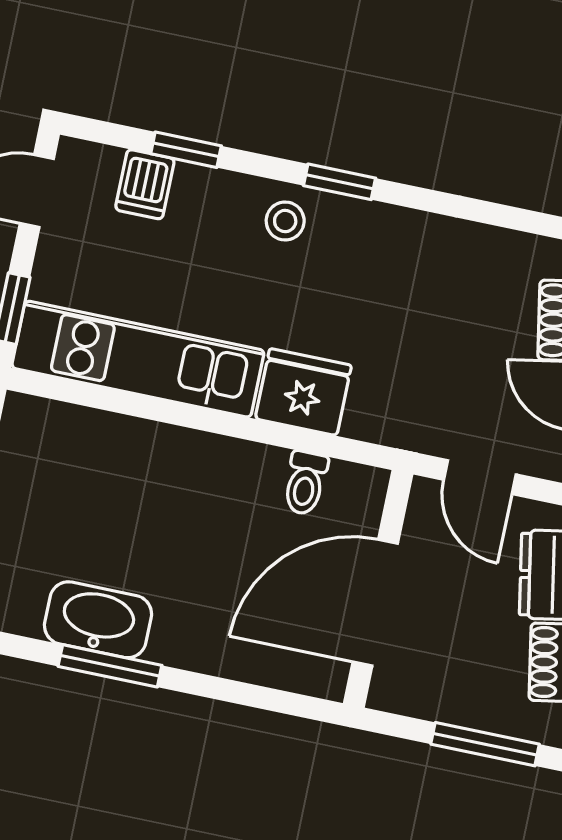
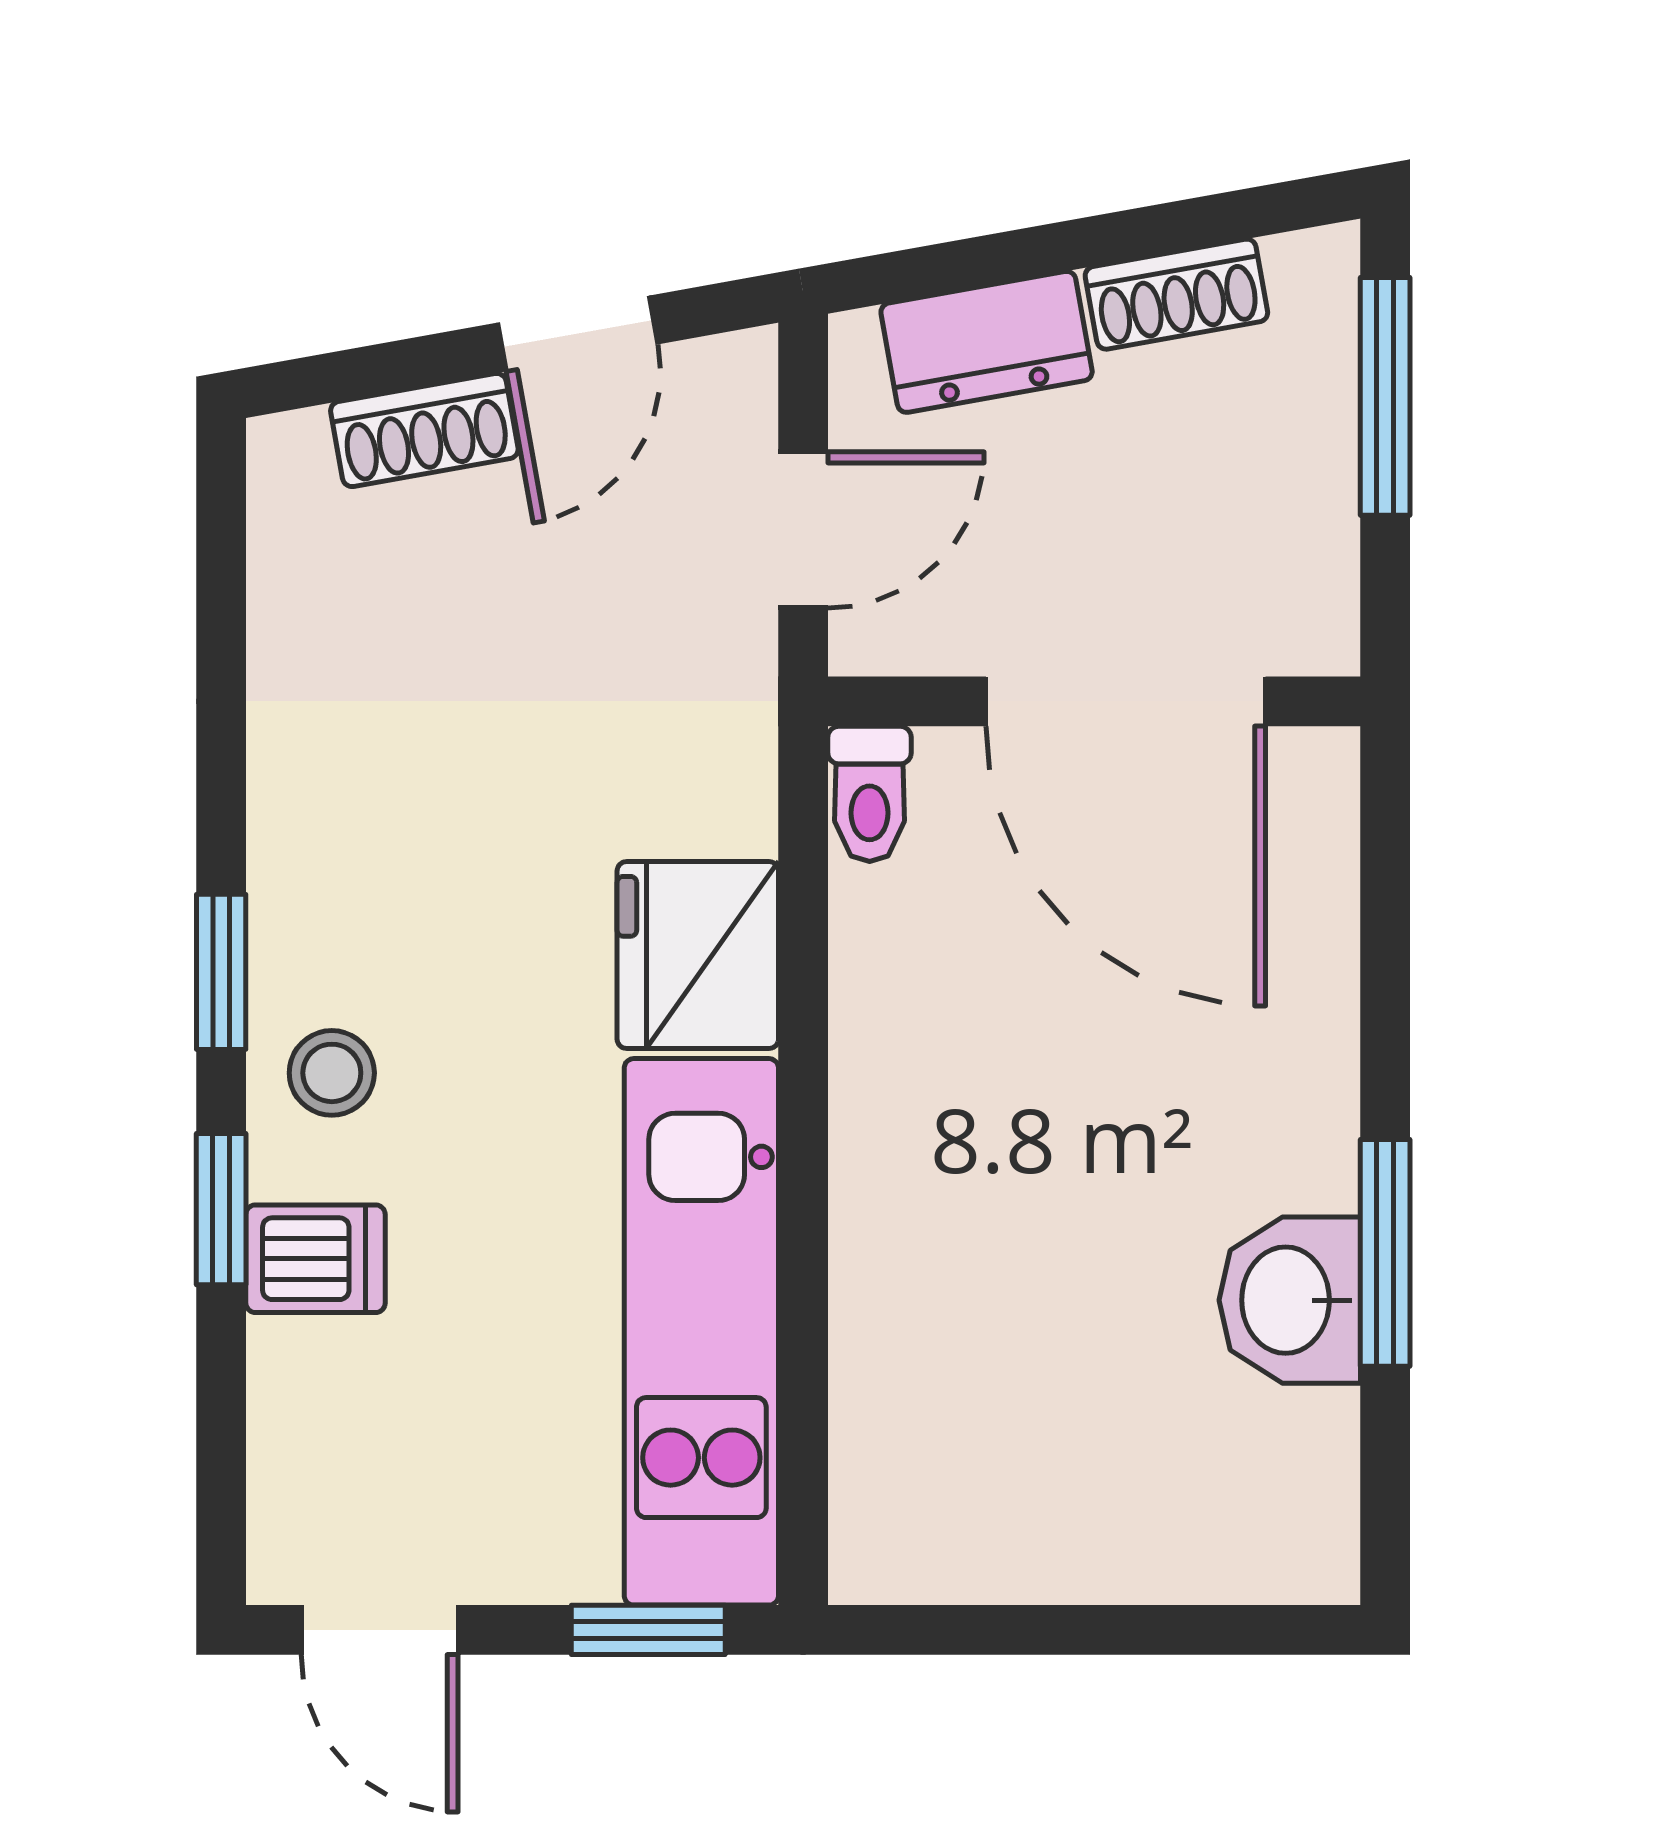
window: (186, 150) -> (221, 1209), moved
dishwasher: (145, 184) -> (316, 1259), moved
toilet: (305, 483) -> (870, 794), moved, turned 90
washbasin: (98, 620) -> (1290, 1300), width x0.72

